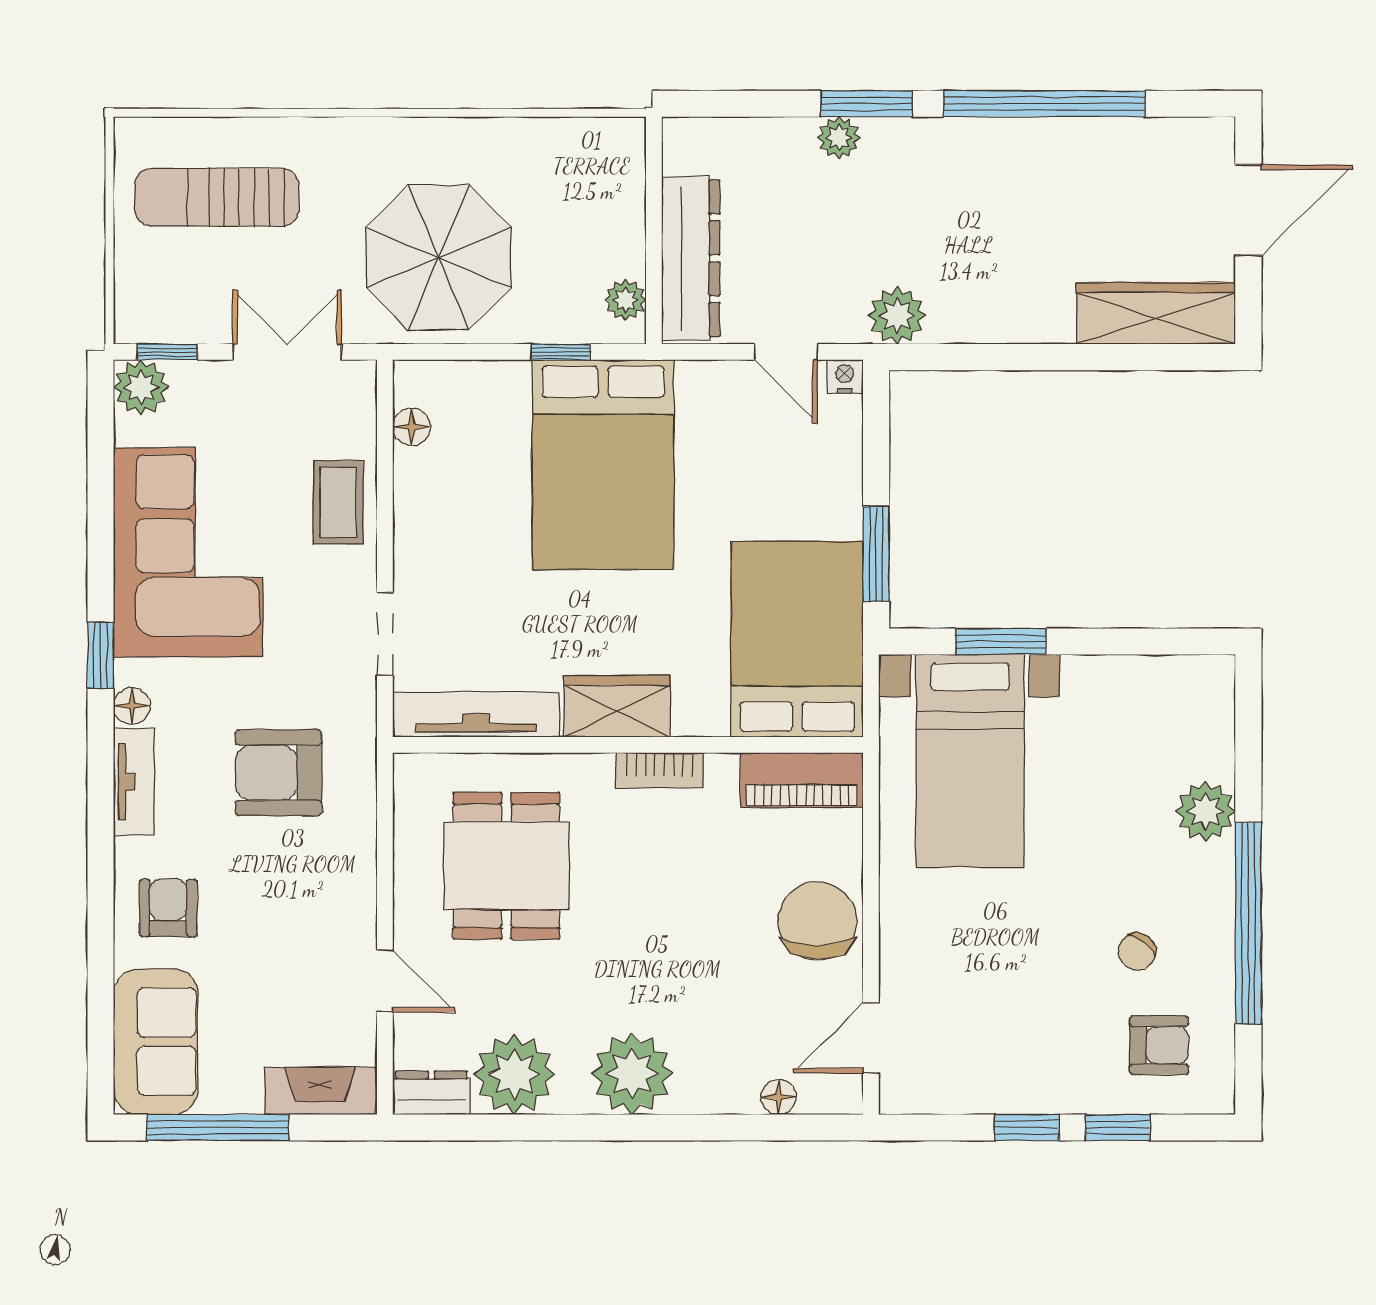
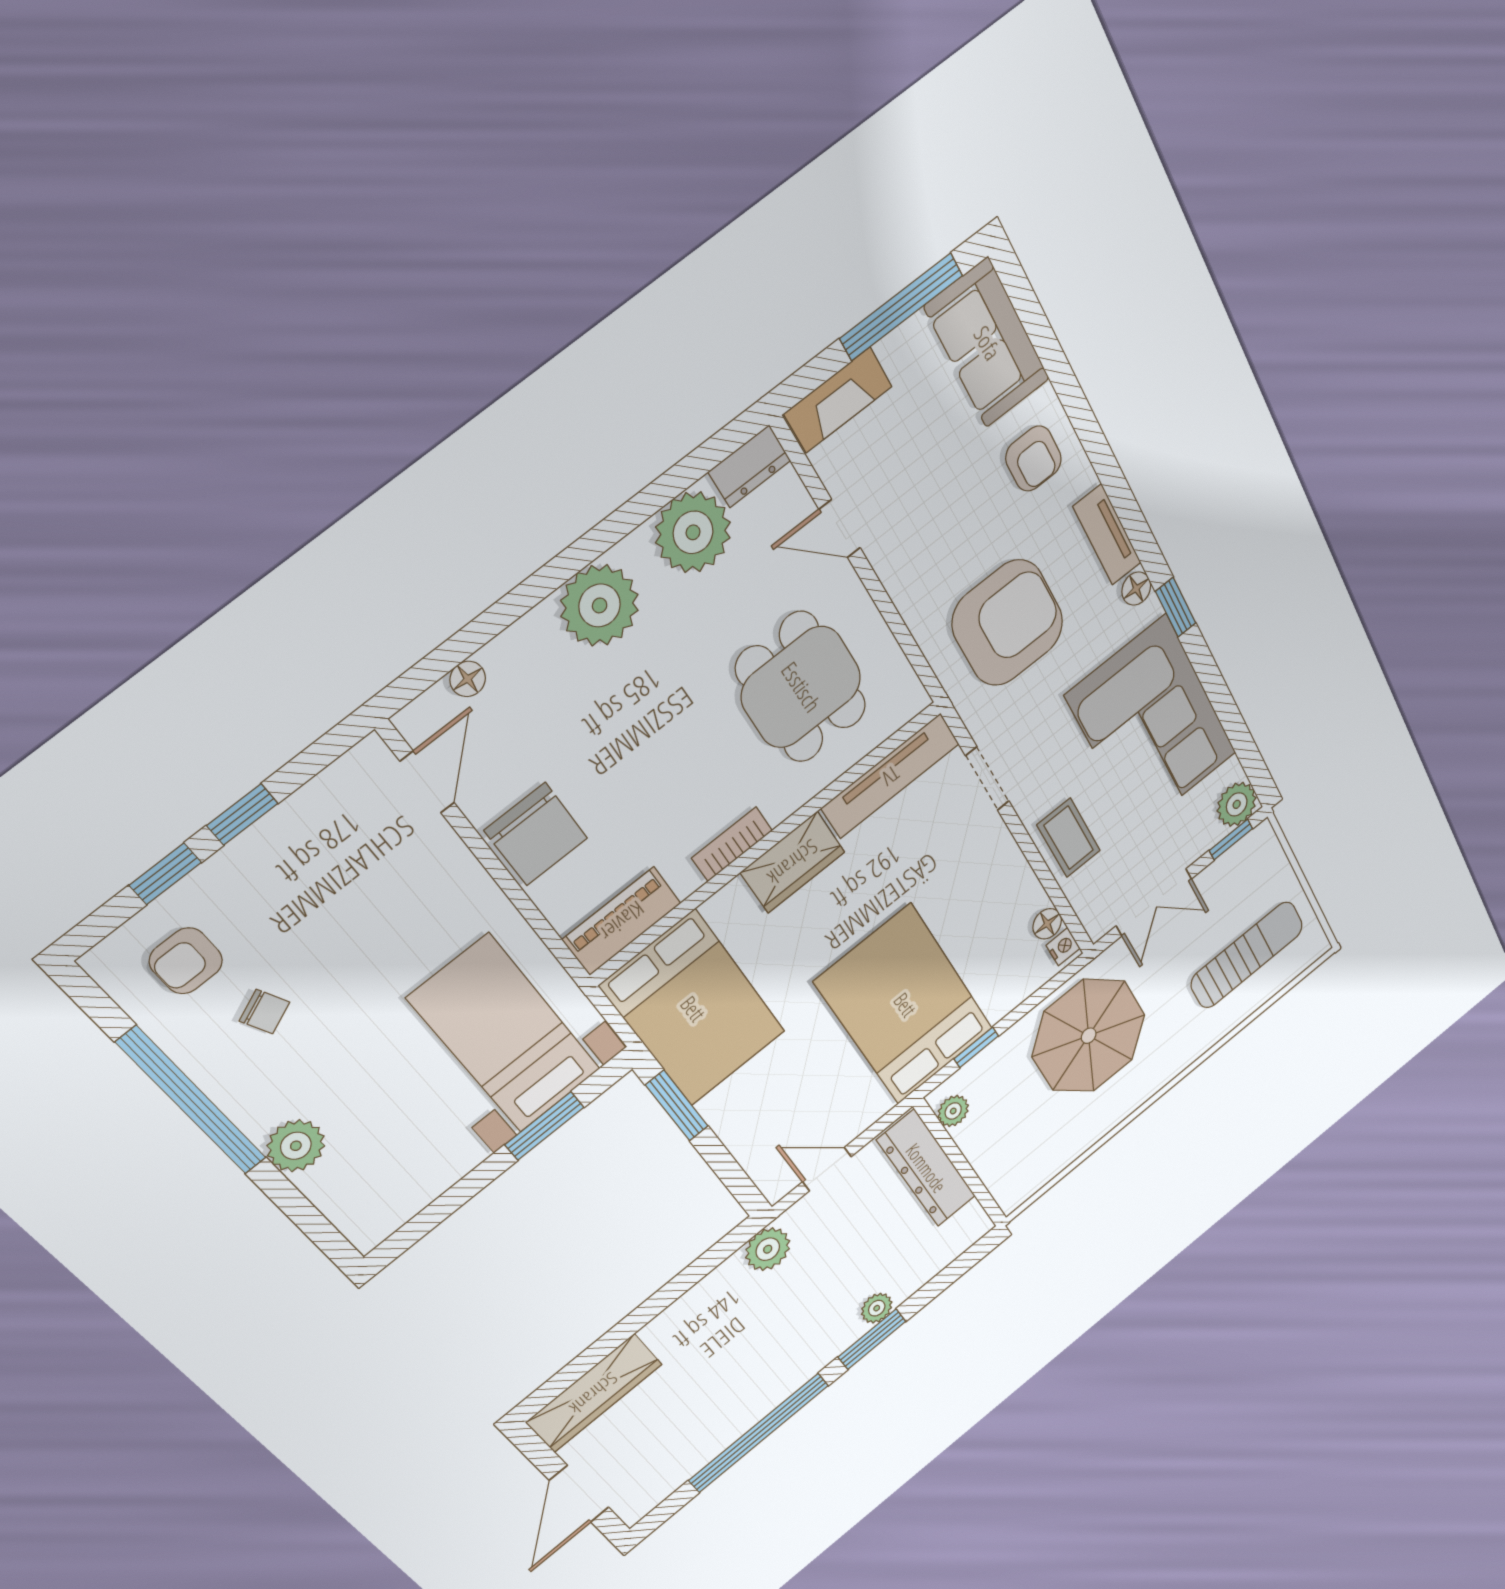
nightstand: (845, 376) -> (1063, 947), moved, turned -90
armchair: (278, 773) -> (1008, 623), width x1.36, depth x1.36
chair: (1137, 952) -> (264, 1012), turned 117

